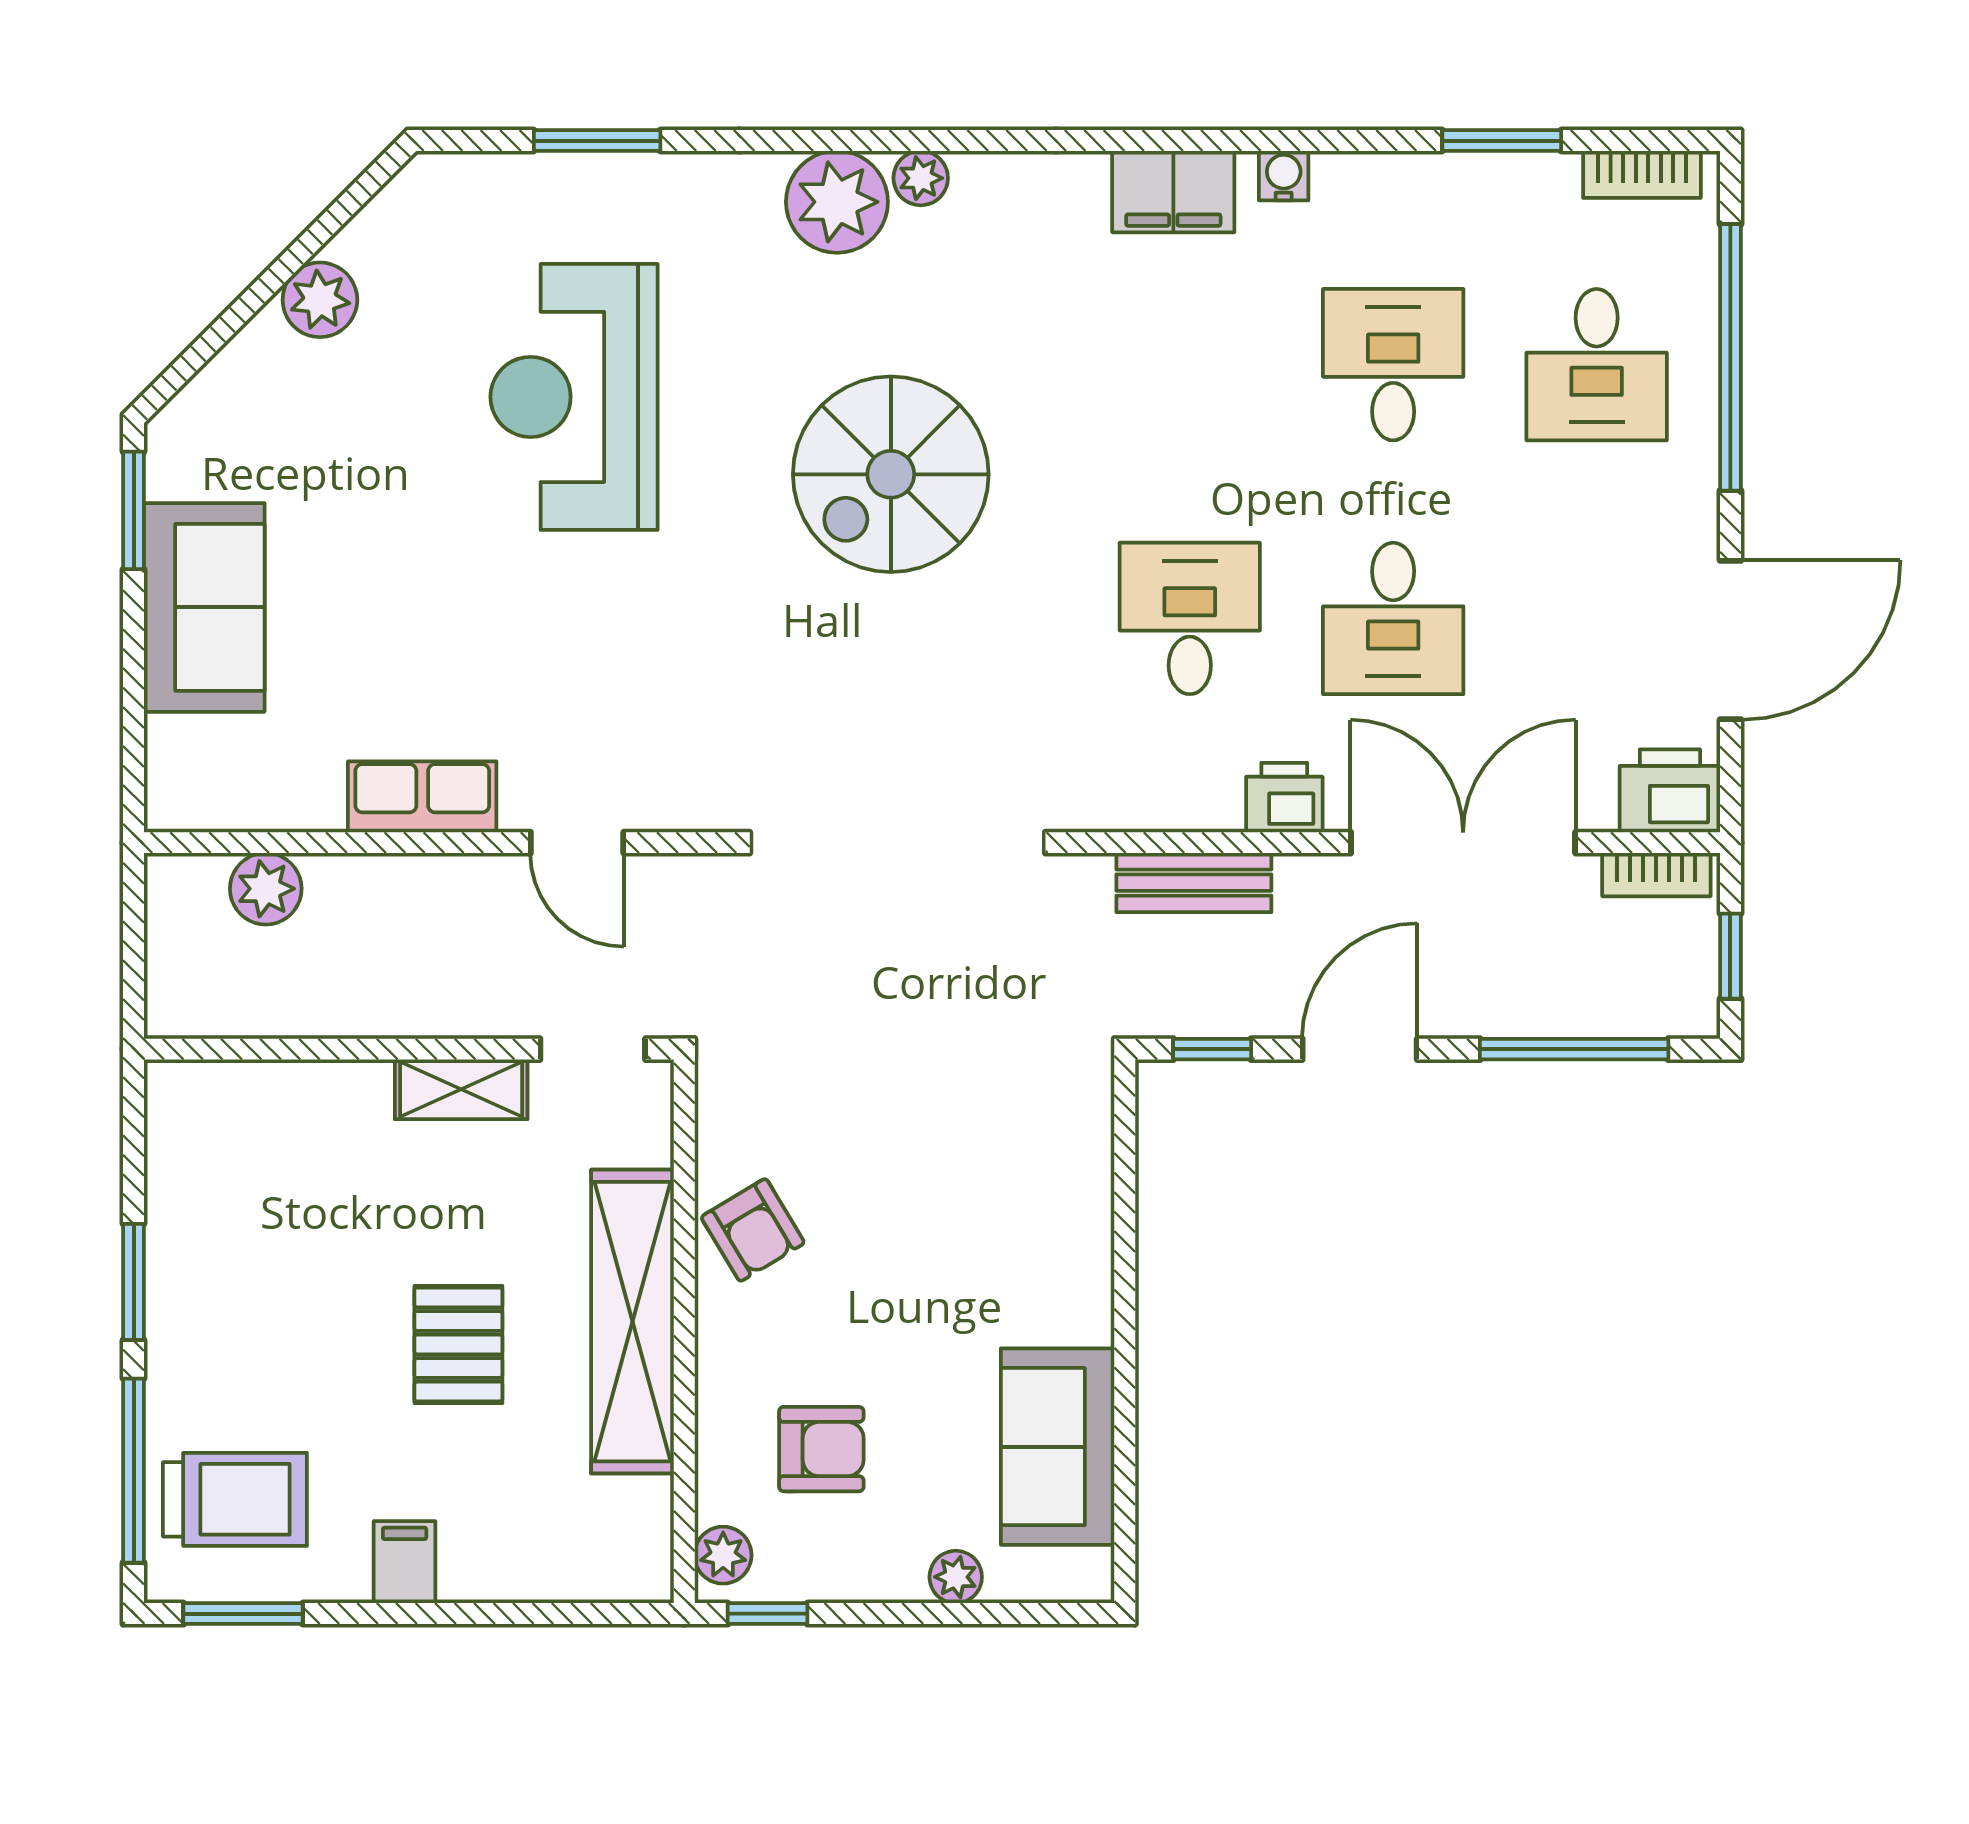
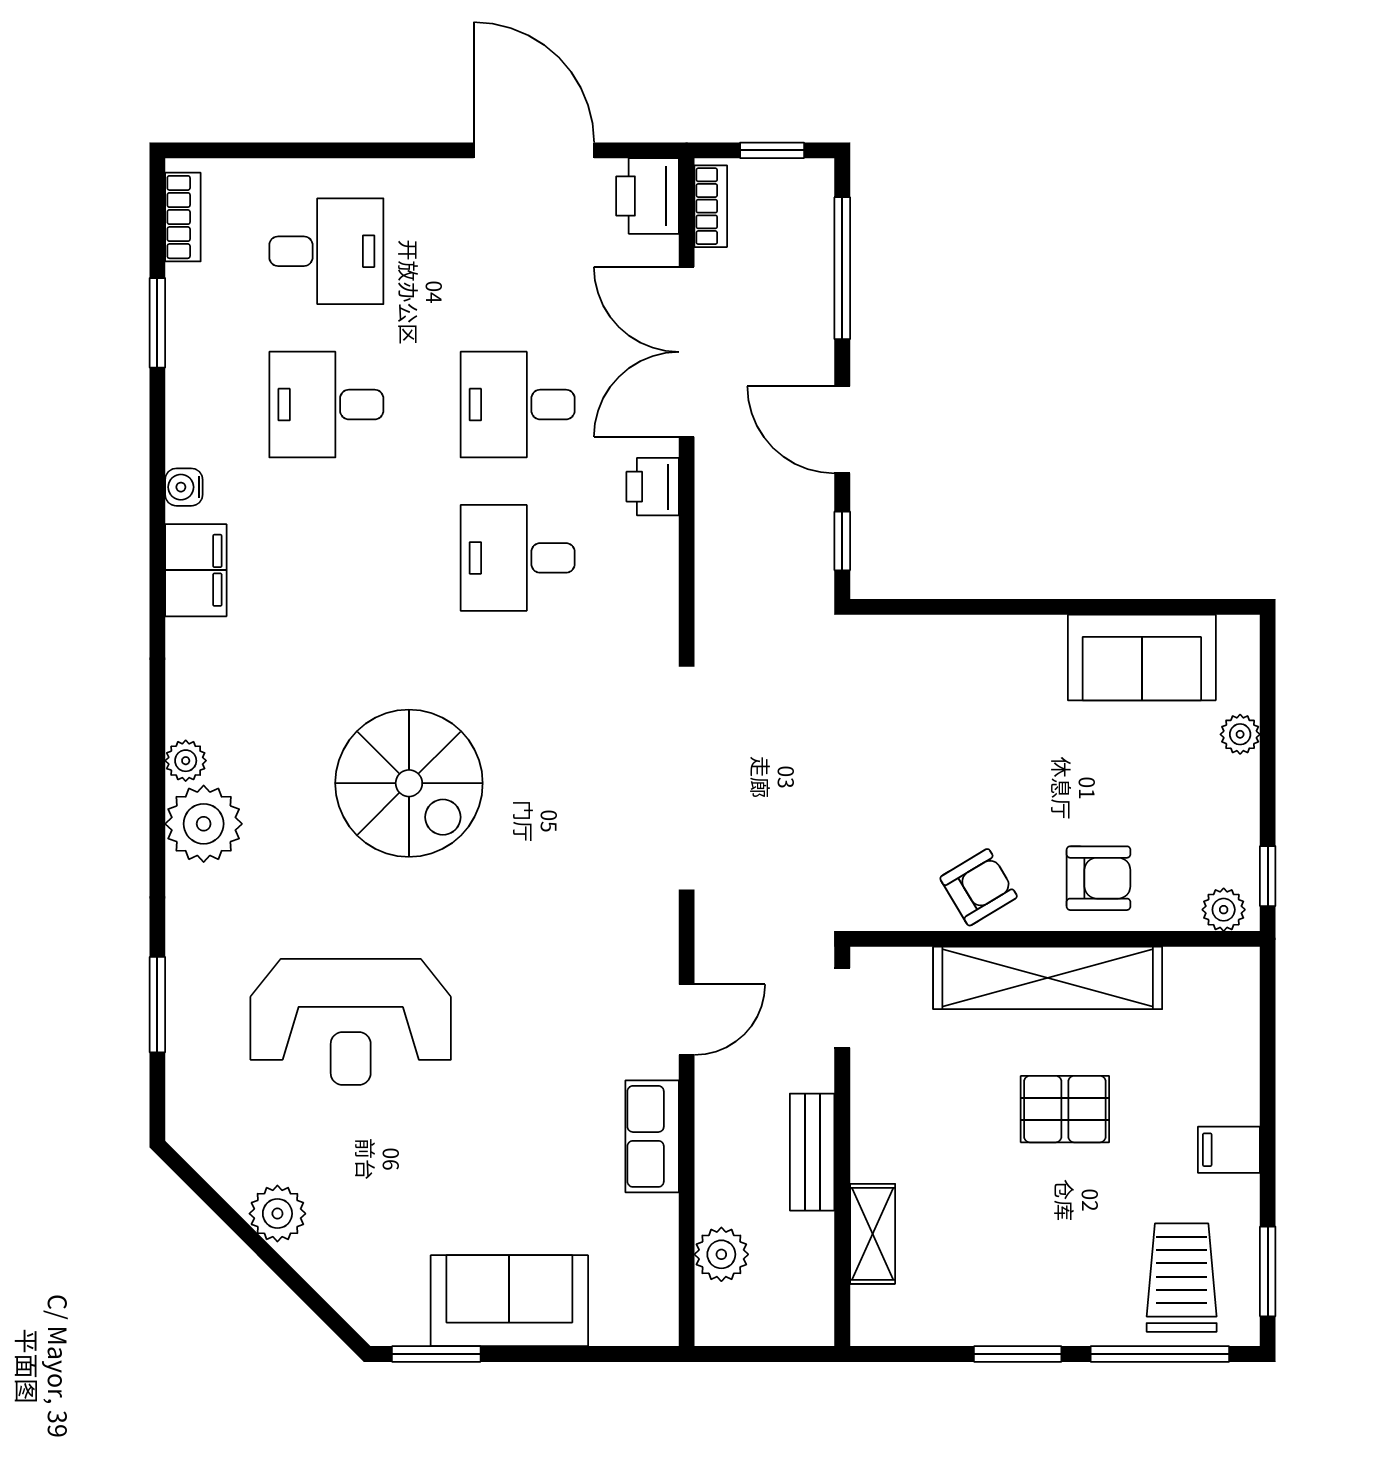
window: (1730, 357) -> (321, 150), removed
desk: (1393, 618) -> (518, 405), turned 180
bench: (1194, 883) -> (812, 1152), moved
shelving: (461, 1089) -> (873, 1234), moved
armchair: (821, 1449) -> (1098, 878), moved, turned 90

